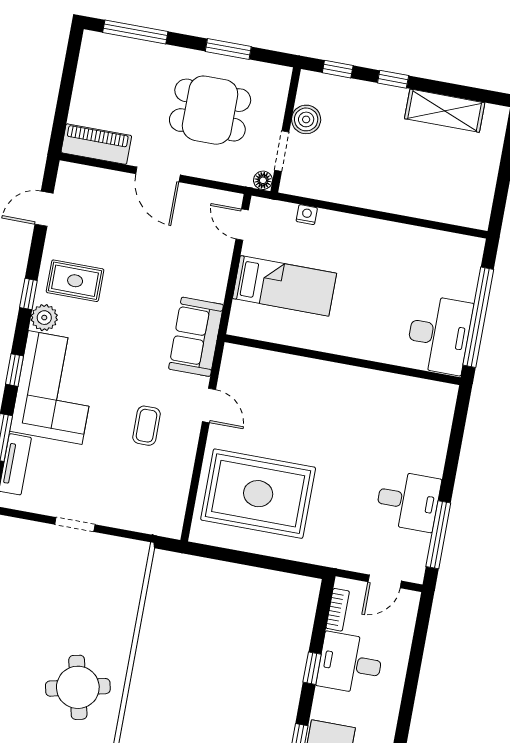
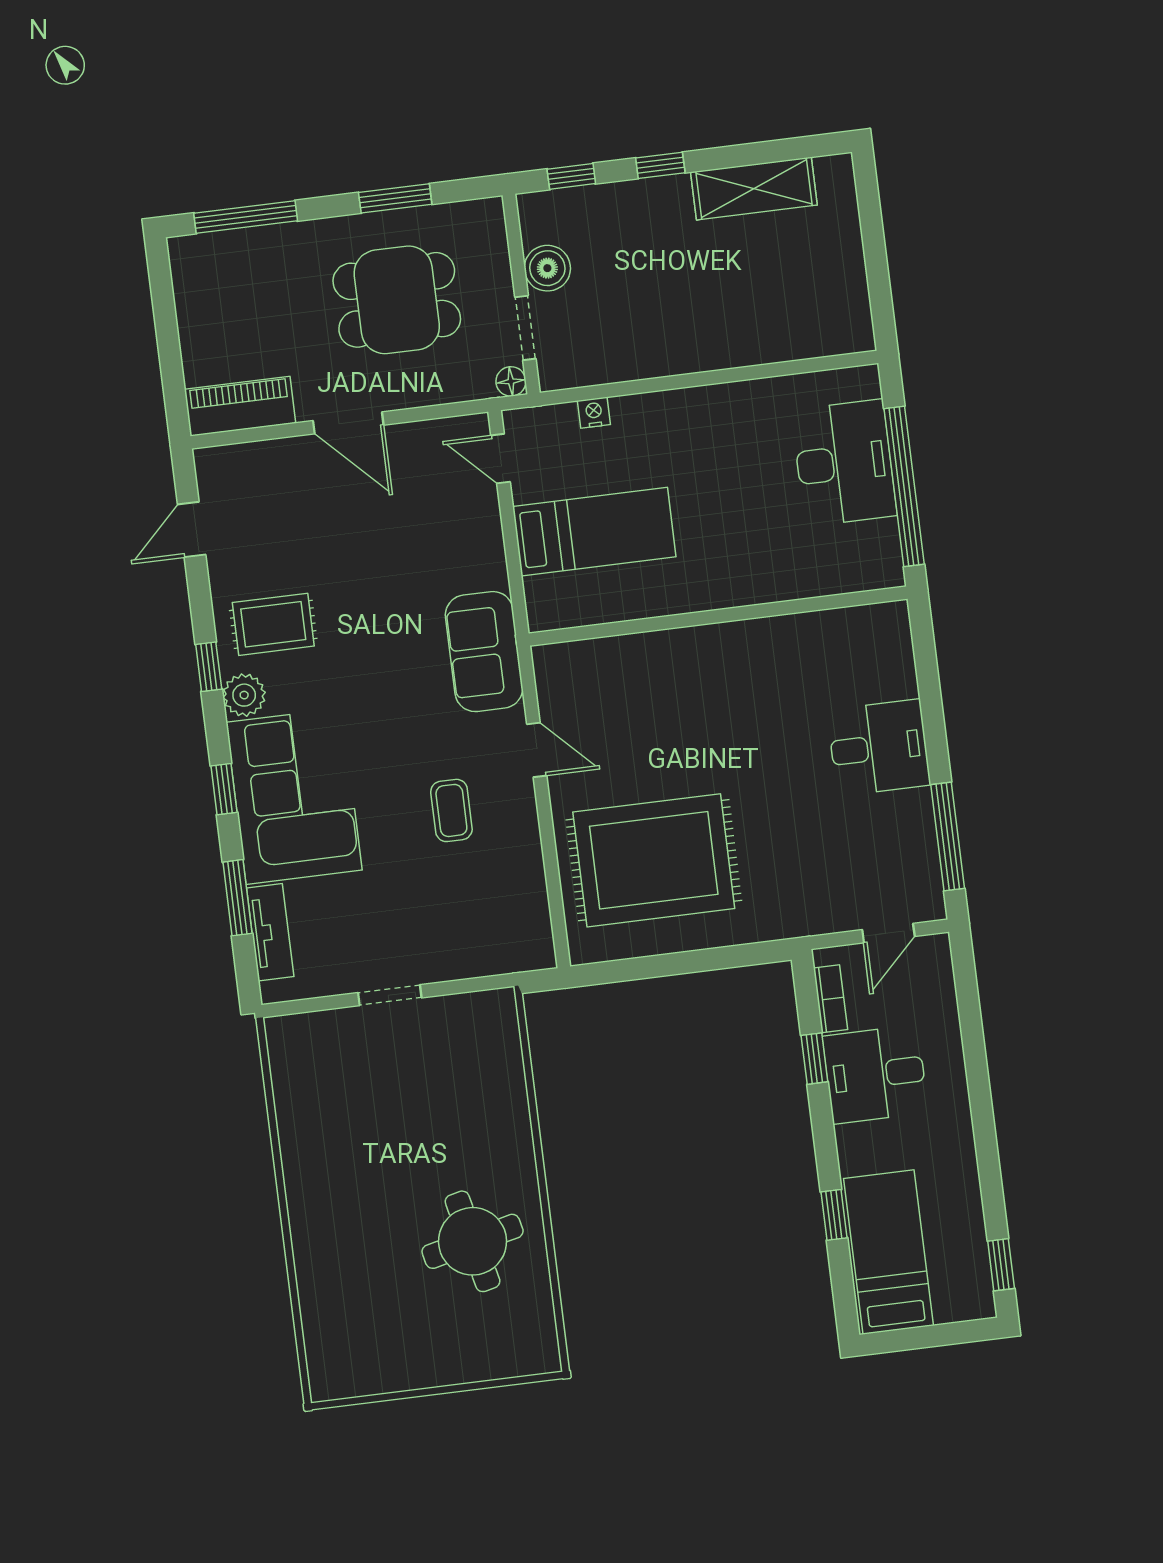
desk: (439, 335) -> (844, 463), moved
desk: (408, 501) -> (879, 748), moved
window: (312, 668) -> (814, 1059), moved

